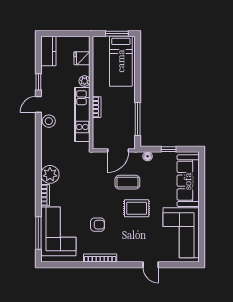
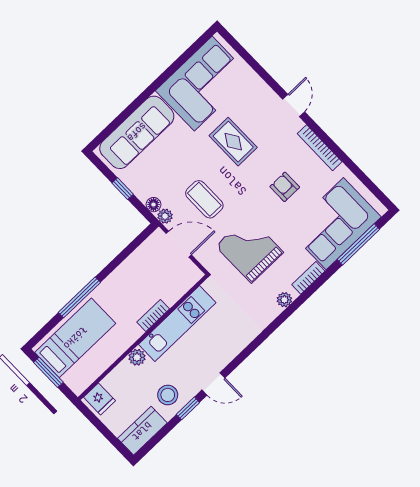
fridge: (82, 58) -> (99, 399), moved
window: (138, 119) -> (79, 297), moved
stool: (49, 121) -> (168, 395), moved
plant: (137, 156) -> (165, 216), added
plant: (50, 174) -> (284, 300), width x0.53, depth x0.53
grand piano: (84, 181) -> (249, 249), added
rug: (137, 208) -> (233, 142), moved
door: (151, 265) -> (294, 106), moved

